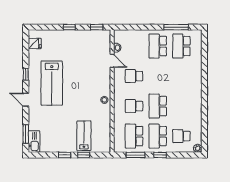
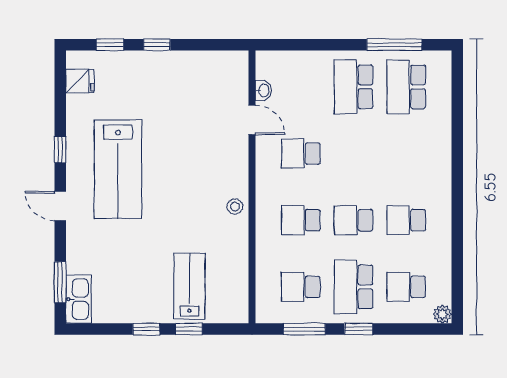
window: (97, 27) -> (110, 45), moved
school desk: (158, 106) -> (354, 220), width x0.54
school desk: (181, 106) -> (406, 220), added
school desk: (134, 136) -> (301, 287), width x0.54

